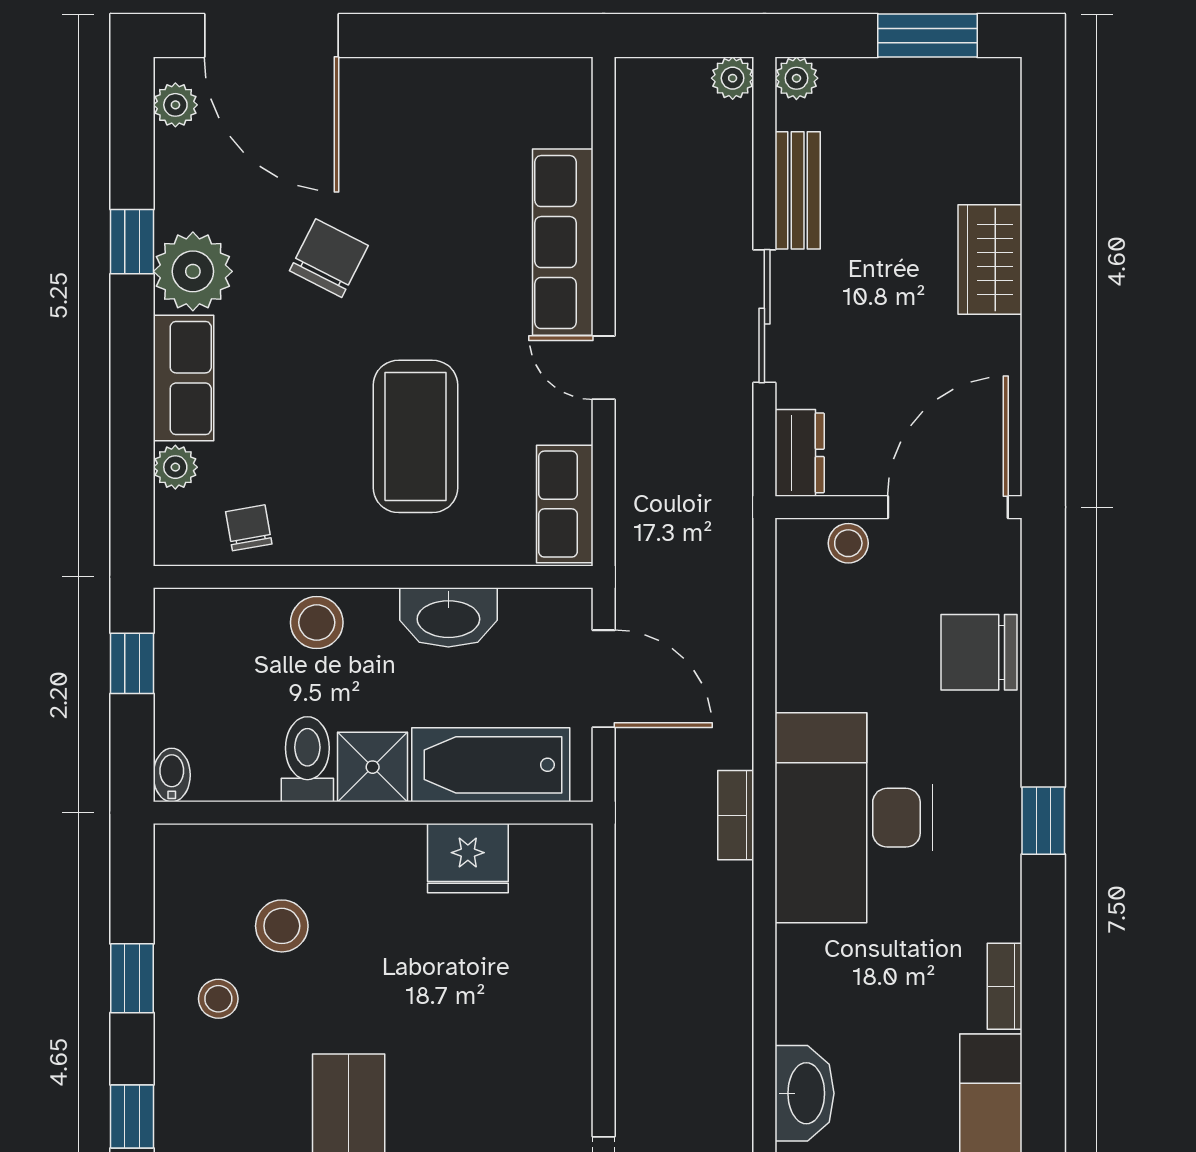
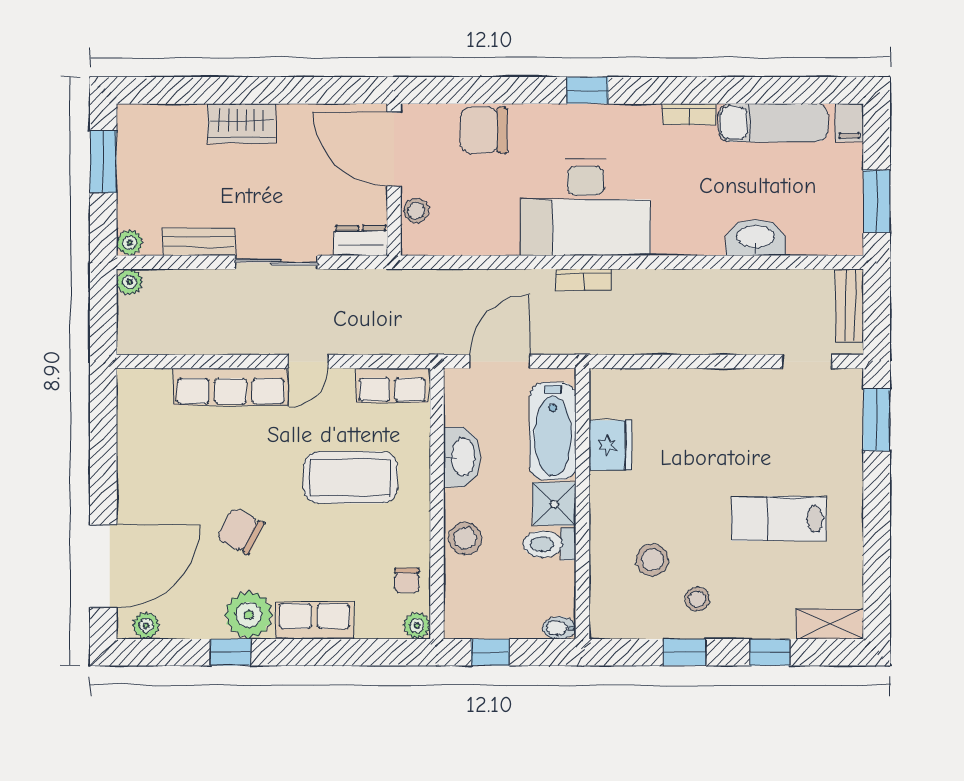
plant: (175, 467) -> (417, 626), moved
chair: (249, 528) -> (407, 580), turned -80
chair: (979, 652) -> (484, 130), turned 90

